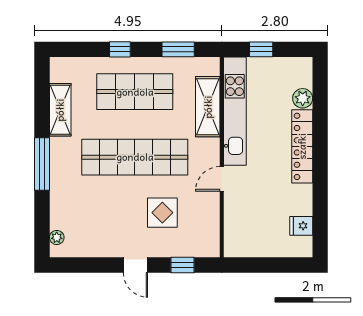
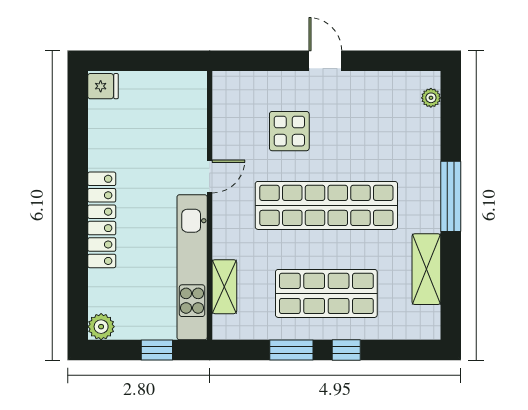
window: (178, 49) -> (291, 350), moved
plant: (303, 98) -> (101, 327), moved
shelving: (208, 107) -> (224, 287), width x0.67, depth x0.75
fridge: (301, 226) -> (103, 86), moved
window: (183, 265) -> (262, 61), removed

